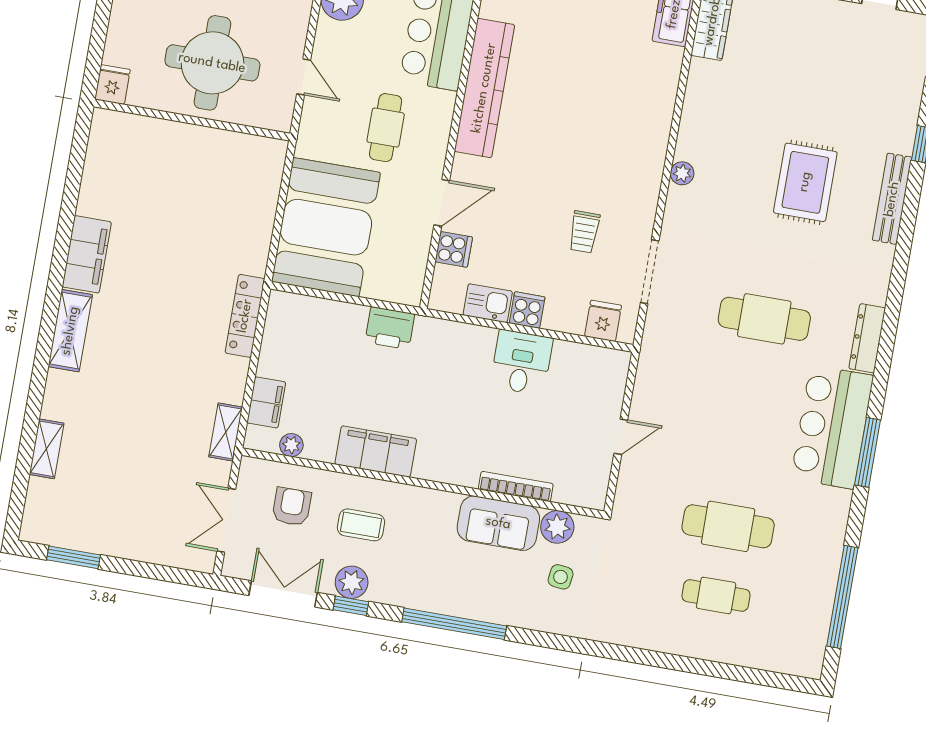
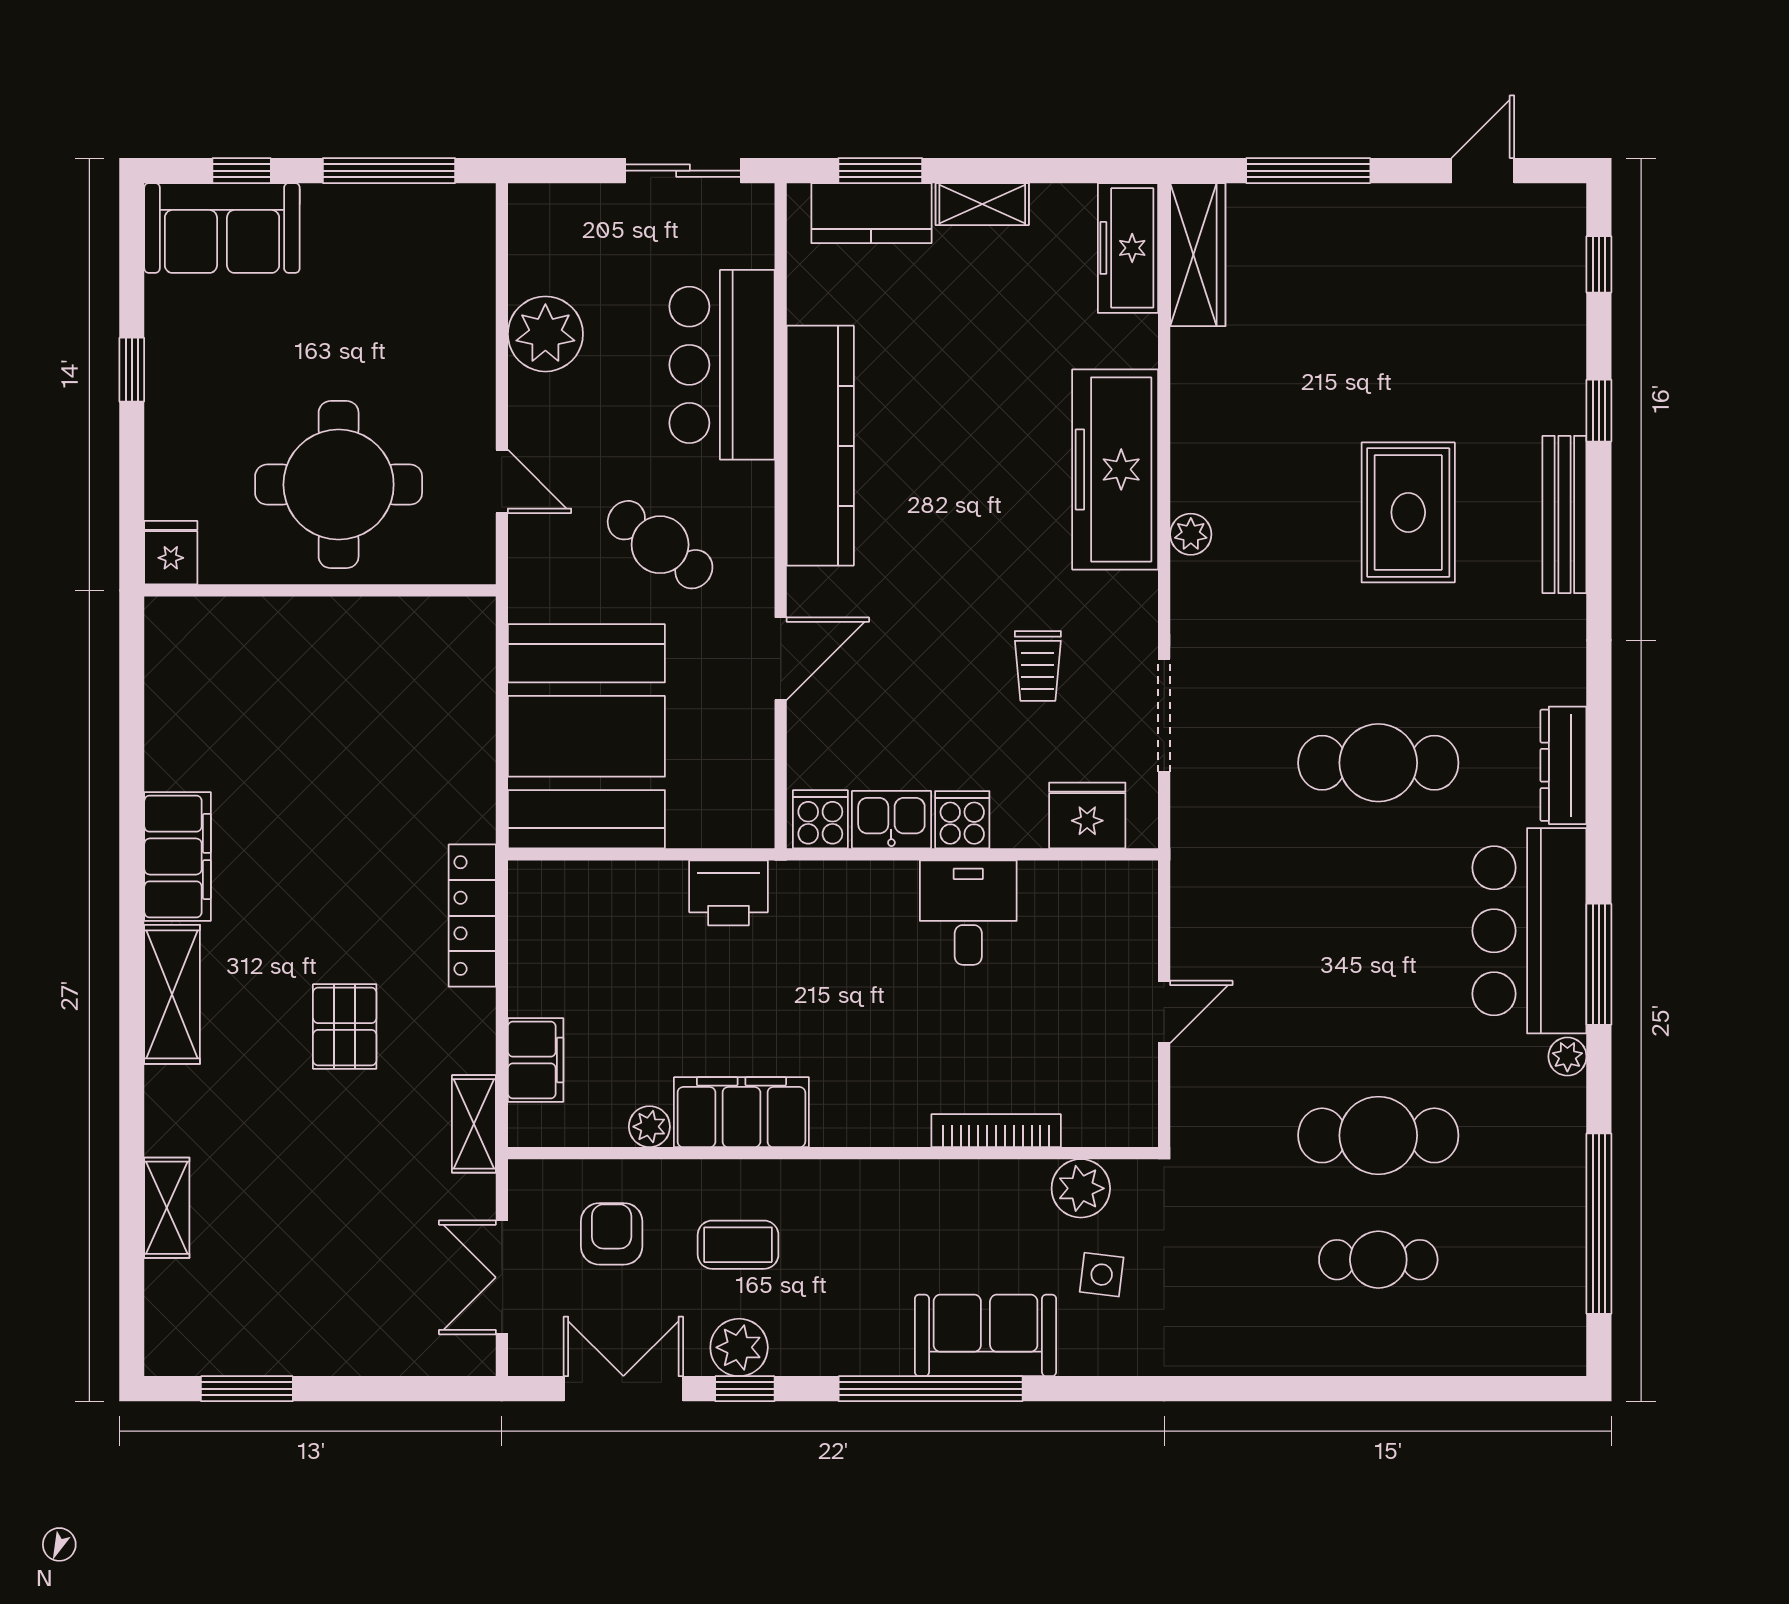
cafe table: (386, 128) -> (660, 545), turned -54
freezer: (646, 130) -> (1115, 469), added
cooker: (454, 249) -> (820, 819), moved, turned -90
fridge: (603, 321) -> (1087, 815), width x1.38
pallet: (163, 365) -> (345, 1027), added
plant: (291, 445) -> (649, 1127), moved
plant: (841, 501) -> (1567, 1057), added
sofa: (498, 523) -> (985, 1335), moved, turned 180

